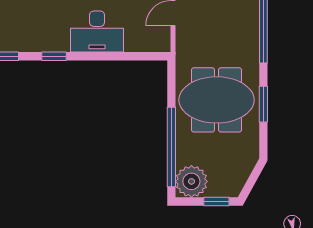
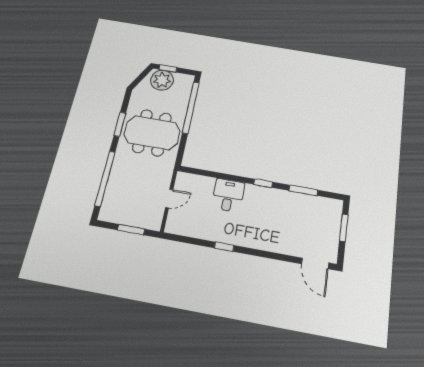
desk: (97, 32) -> (228, 195), width x0.73
plant: (191, 181) -> (162, 80), moved

